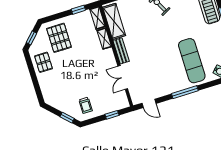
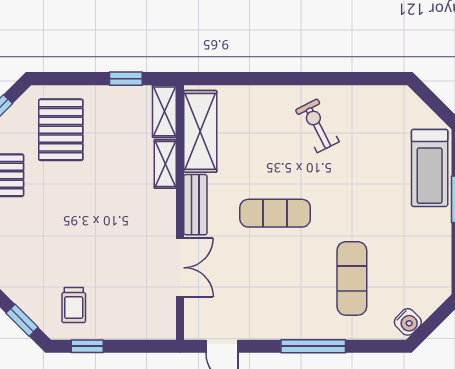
exercise mat: (154, 44) -> (275, 213), added
exercise mat: (192, 61) -> (352, 278), width x0.73, depth x0.69
double door: (123, 77) -> (180, 268), swing flipped
window: (112, 115) -> (87, 346), moved

